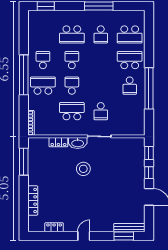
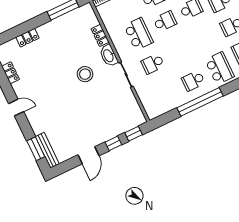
locker: (33, 201) -> (27, 38), width x0.66

